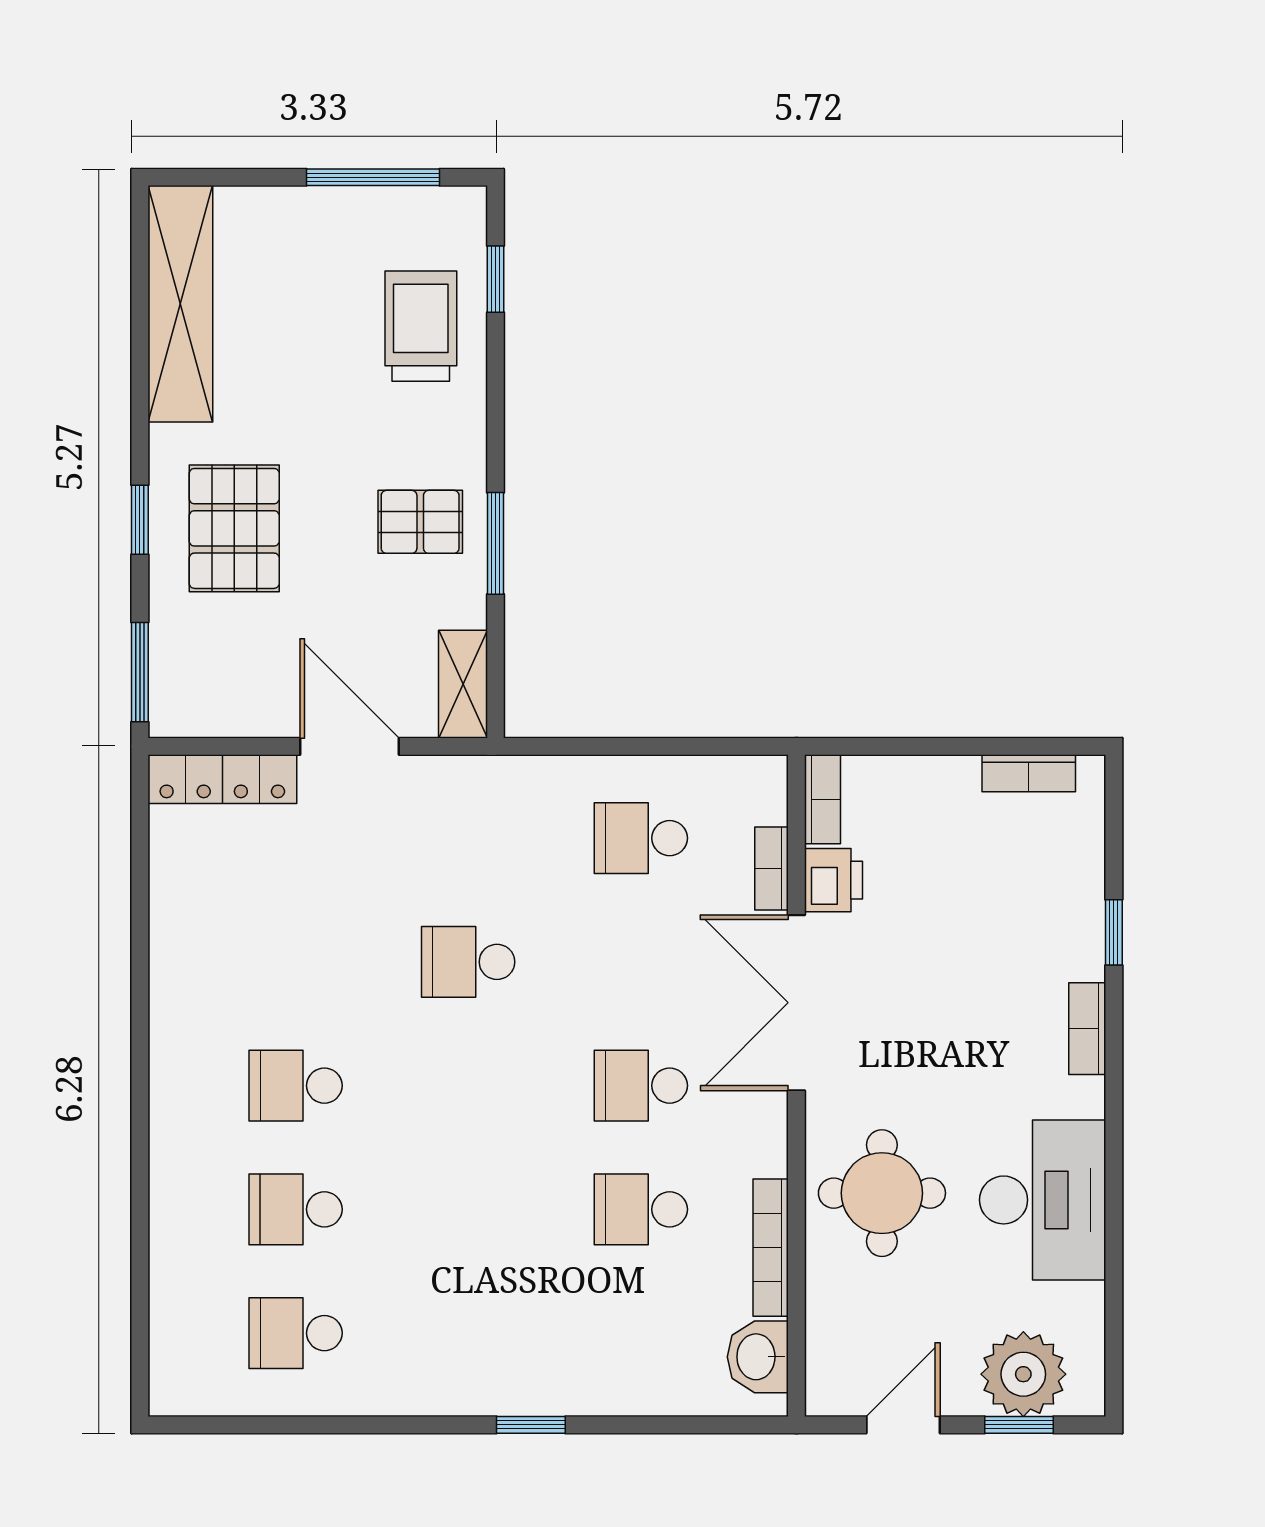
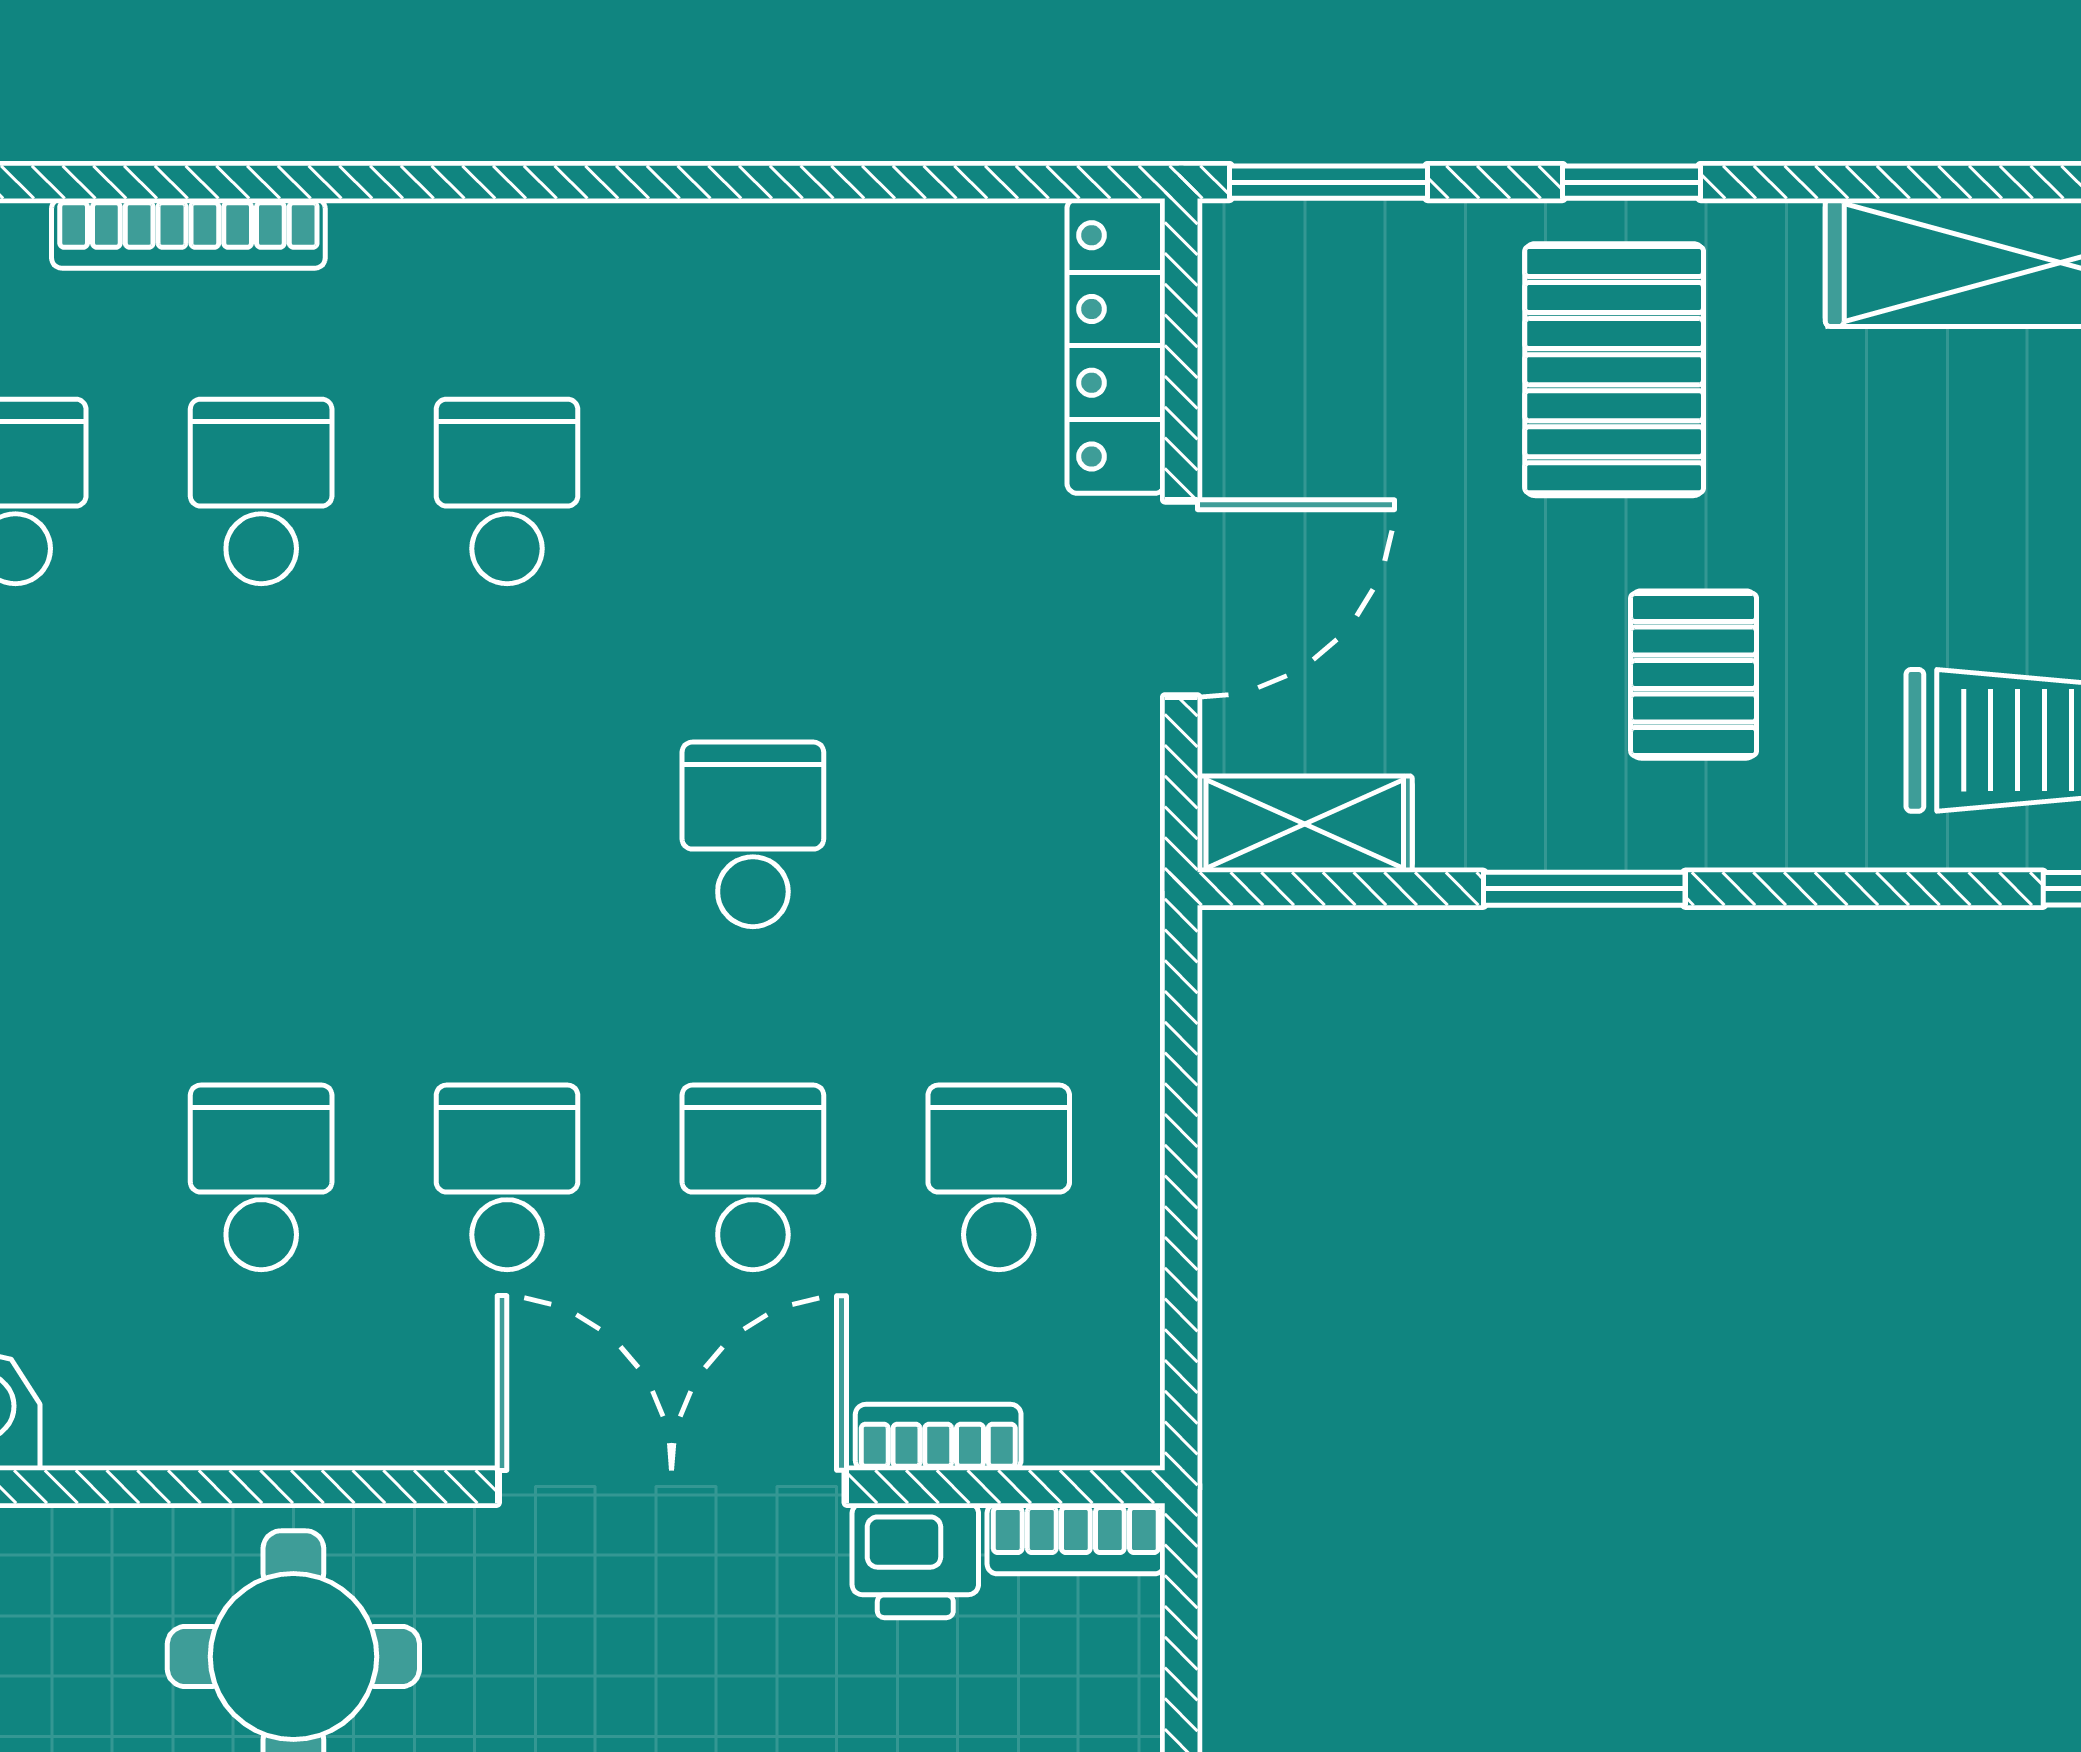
pallet: (420, 522) -> (1694, 675), moved
pallet: (234, 528) -> (1614, 370), turned 90
school desk: (641, 962) -> (753, 1177), added
bookcase: (771, 1248) -> (188, 233), moved, turned 180

